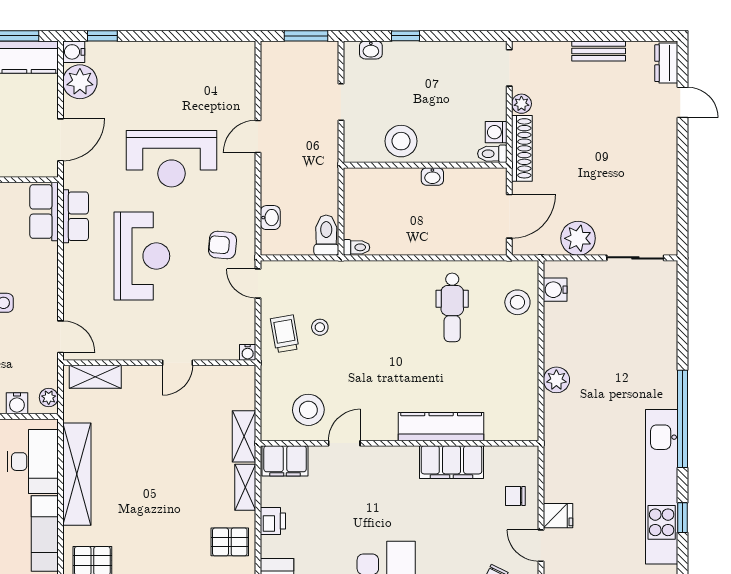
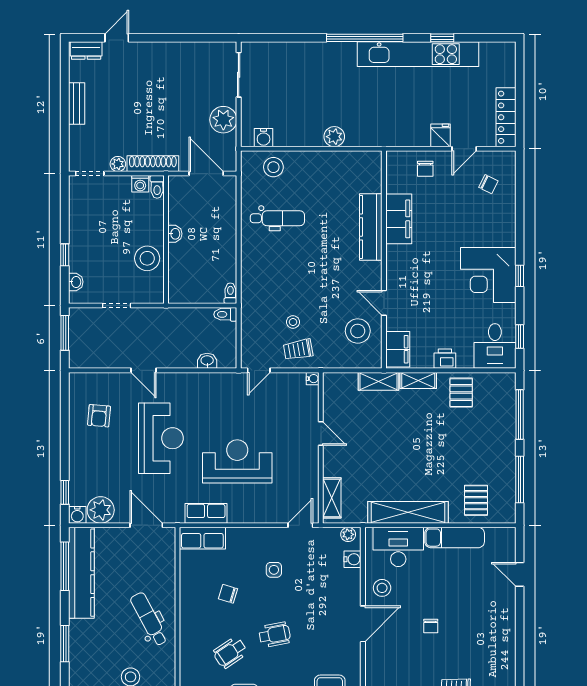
toilet: (326, 235) -> (225, 314), width x0.73, depth x0.72
armchair: (222, 245) -> (99, 416), moved

